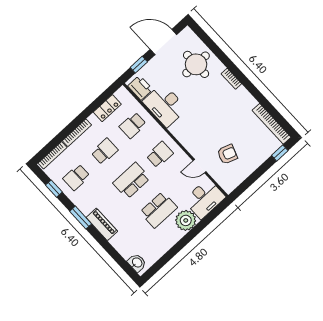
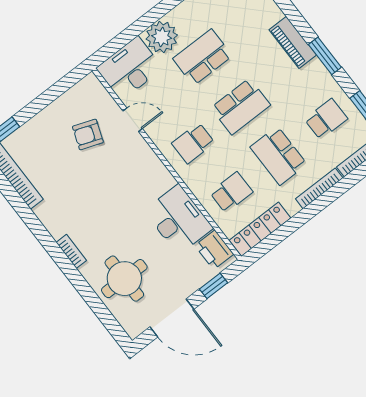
locker: (107, 108) -> (260, 229), width x1.53
school desk: (105, 151) -> (279, 156), width x1.85

